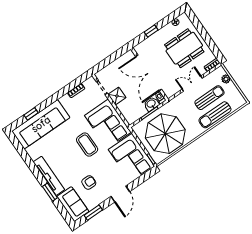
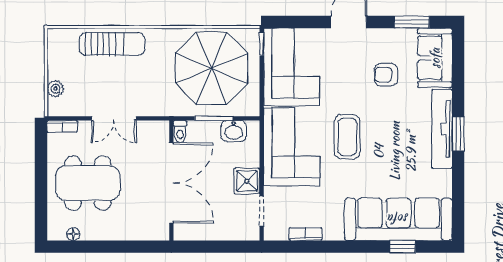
window: (151, 31) -> (122, 247), removed
sun lounger: (209, 98) -> (102, 77), removed
washbasin: (151, 104) -> (234, 131), moved
window: (50, 192) -> (458, 134), moved

